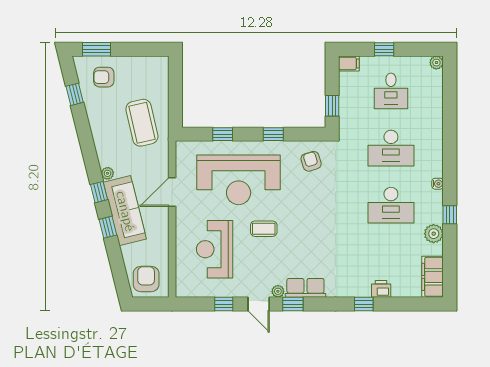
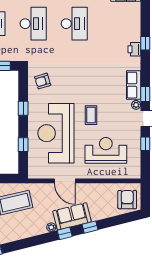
reception desk: (239, 180) -> (56, 133), turned 180
sofa: (125, 211) -> (72, 216), width x0.73
reception desk: (215, 249) -> (106, 150), turned 180
armchair: (146, 279) -> (127, 200), turned 90
printer: (381, 289) -> (134, 49), moved

